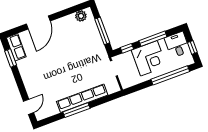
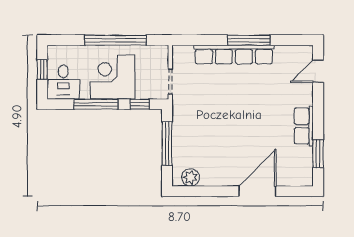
row of seats: (16, 47) -> (304, 126), moved
window: (170, 75) -> (115, 40), moved

